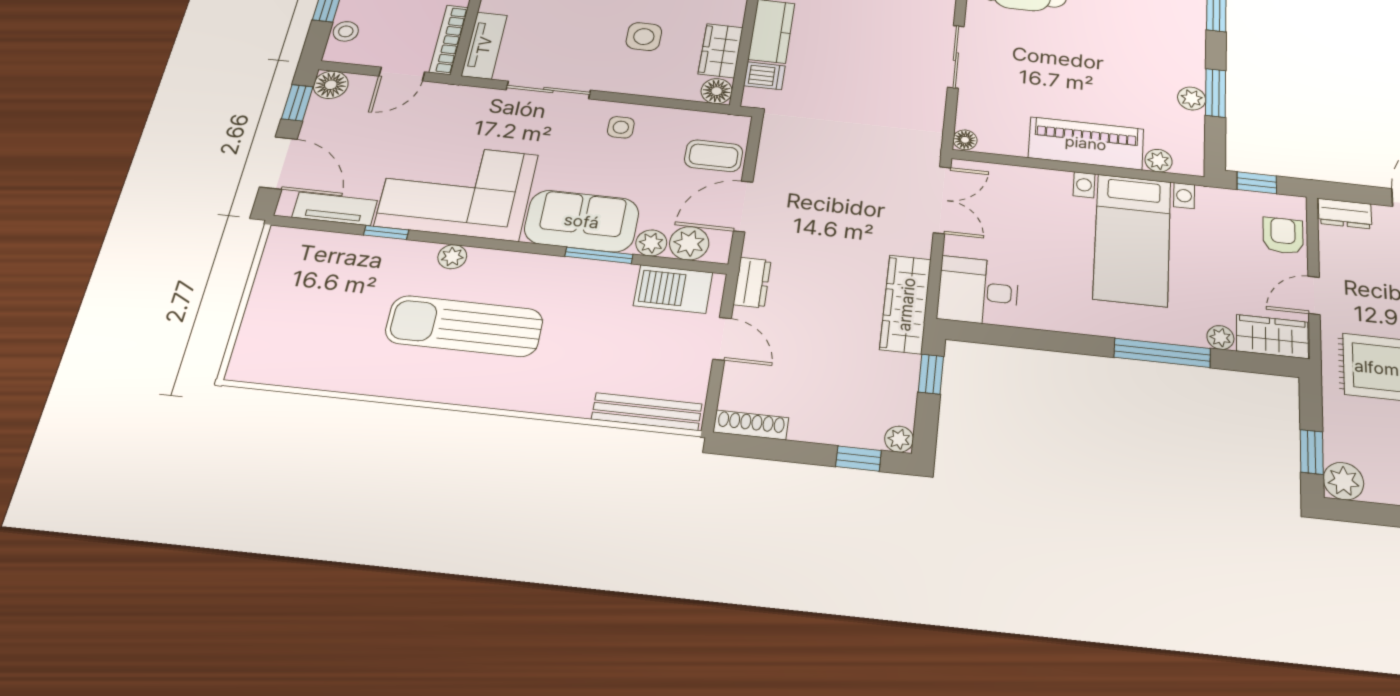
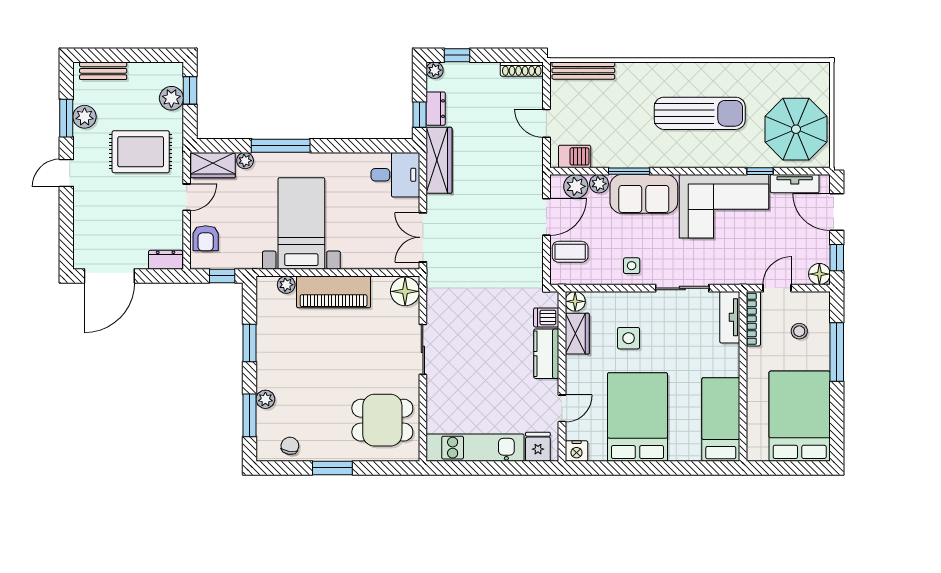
stool: (346, 31) -> (799, 331), moved
plant: (1192, 99) -> (265, 399), moved
floor lamp: (965, 140) -> (405, 291), width x1.89, depth x1.89
plant: (452, 257) -> (717, 159), removed
dresser: (752, 283) -> (436, 109), moved, turned 180
parasol: (310, 286) -> (796, 129), added
barbecue: (673, 289) -> (575, 156), width x0.73, depth x0.79
plant: (1343, 481) -> (171, 98), moved

